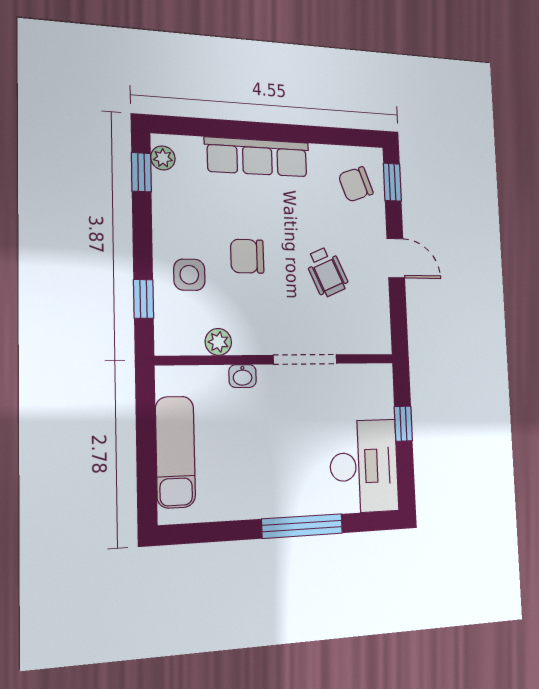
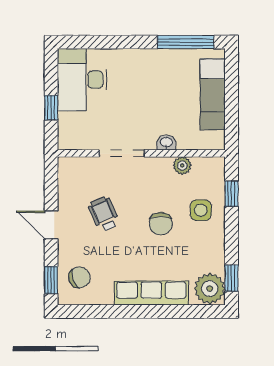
plant: (163, 158) -> (210, 289), width x1.88, depth x1.88
chair: (247, 256) -> (161, 224), turned 90
window: (302, 526) -> (186, 42), moved

